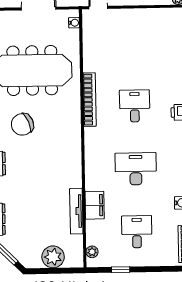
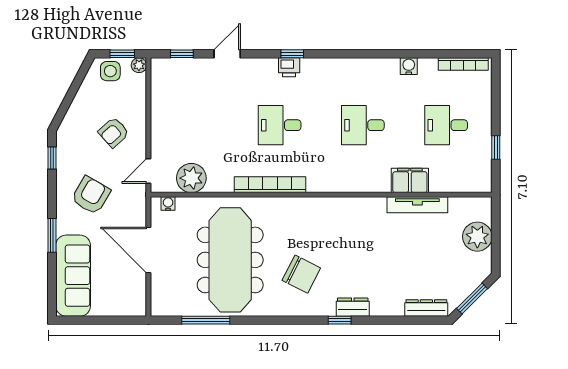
chair: (22, 124) -> (301, 274), turned -40
desk: (136, 169) -> (363, 125), width x0.73
plant: (92, 252) -> (191, 178), moved, width x1.87, depth x1.87

